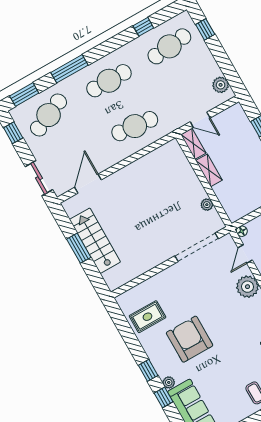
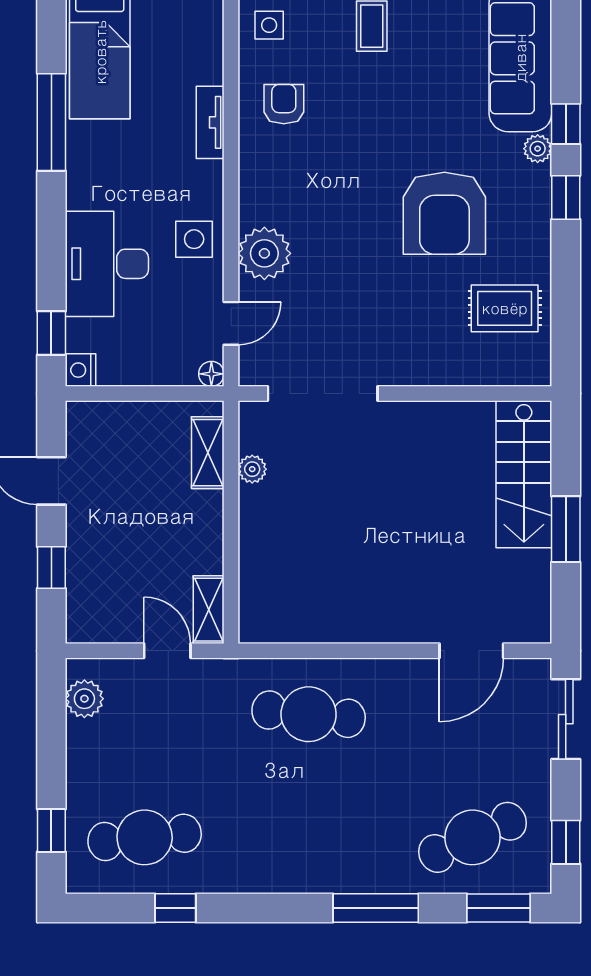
cafe table: (109, 81) -> (309, 837), removed
shelving: (209, 170) -> (208, 453), moved
stairs: (95, 241) -> (524, 474), moved

